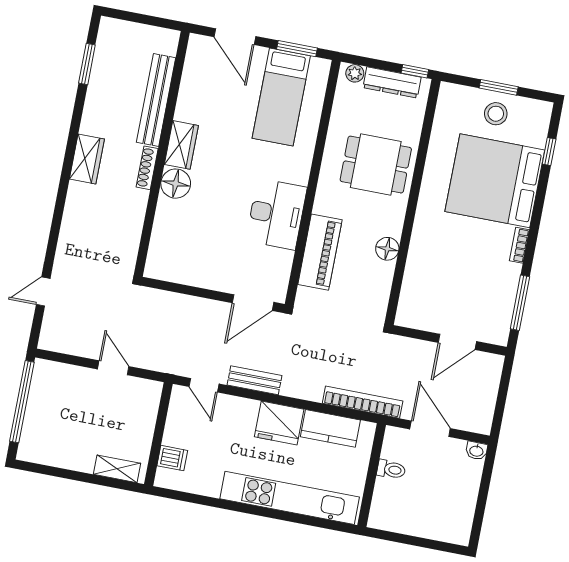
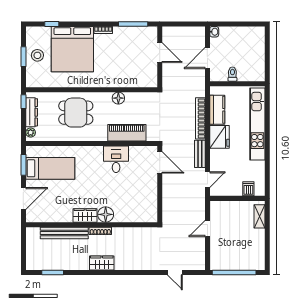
dining table: (376, 165) -> (76, 113), turned 90
desk: (276, 214) -> (116, 159), width x0.73
bookcase: (363, 402) -> (200, 118), moved

